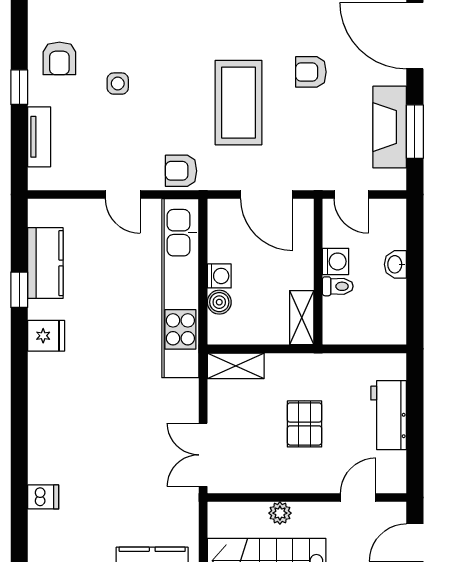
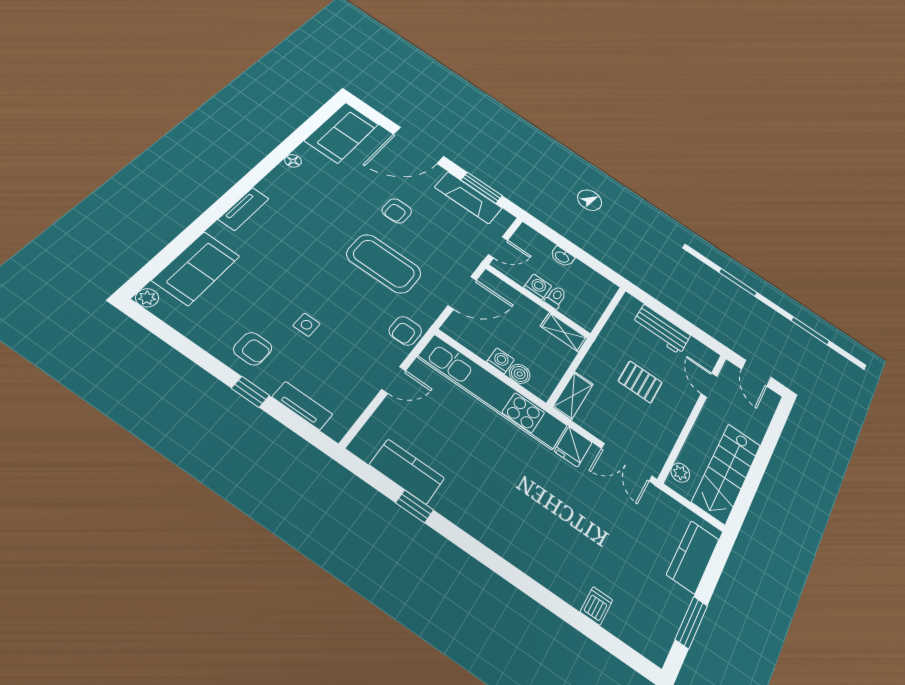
fridge: (46, 336) -> (573, 447), moved, turned 180
plant: (280, 513) -> (680, 473), moved

